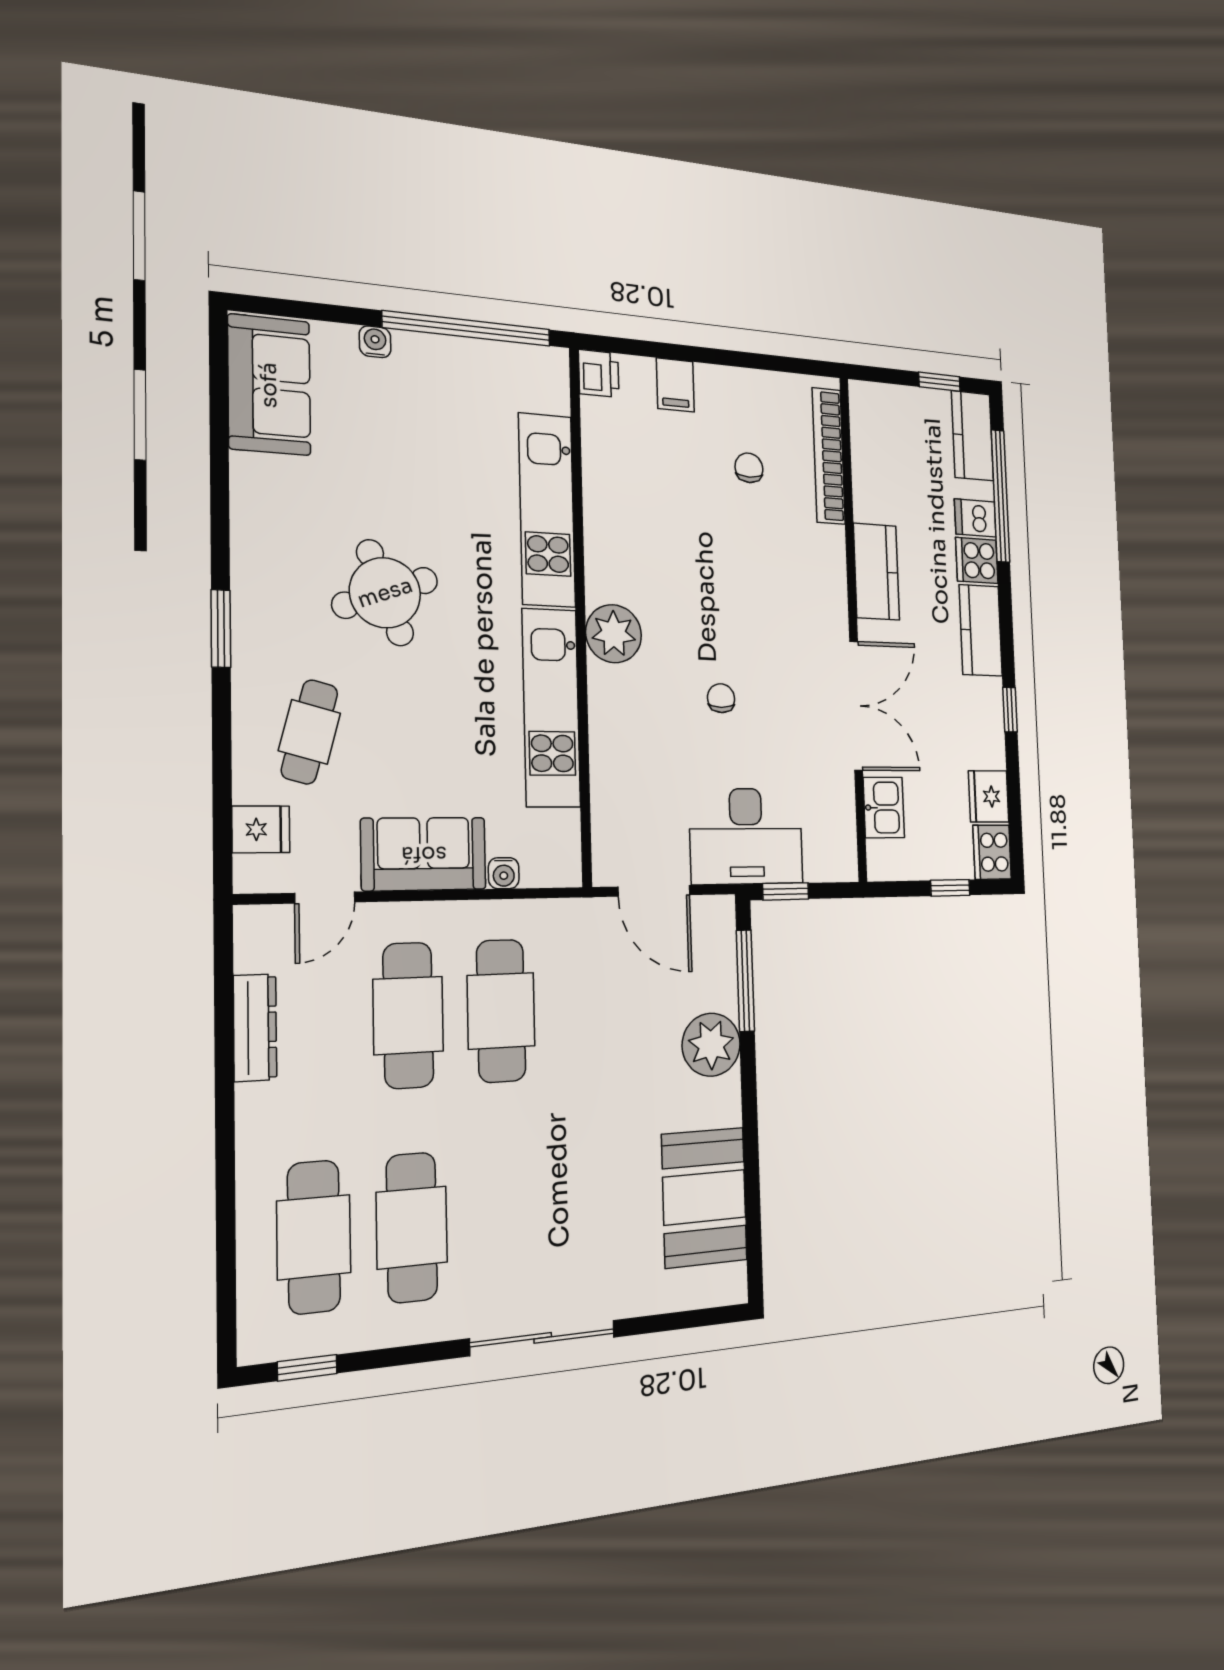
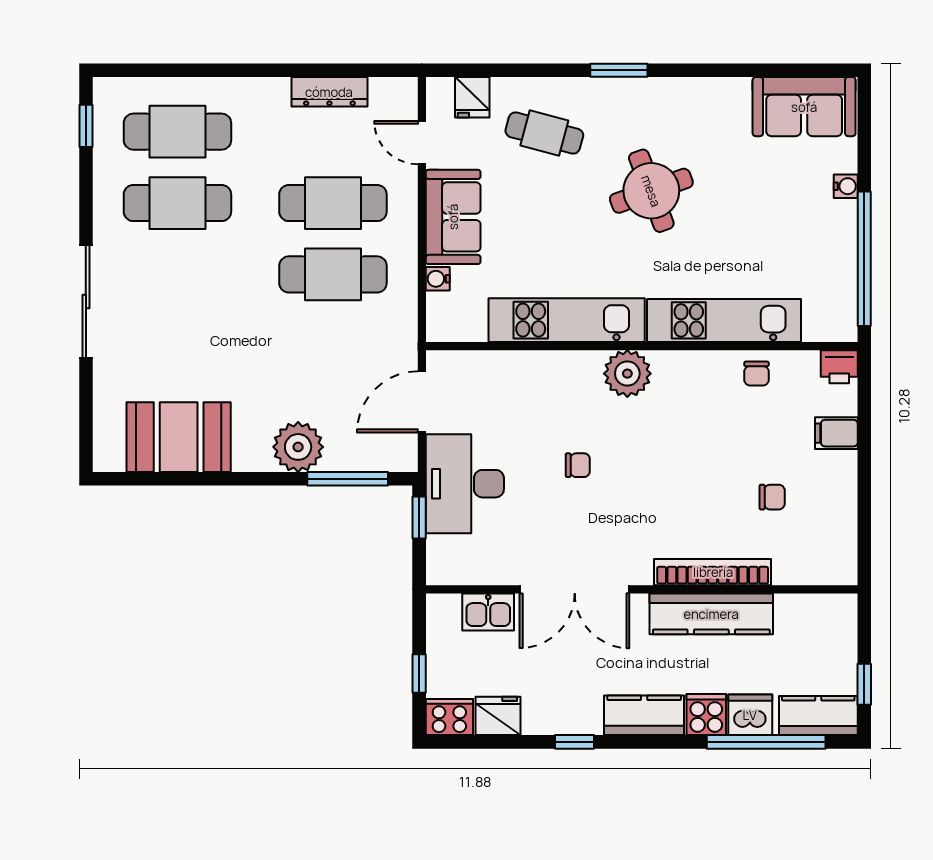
bookcase: (829, 456) -> (713, 572), moved
chair: (609, 475) -> (756, 374), added
dishwasher: (975, 518) -> (750, 715), width x1.38
kitchen counter: (876, 572) -> (711, 614), width x1.50

